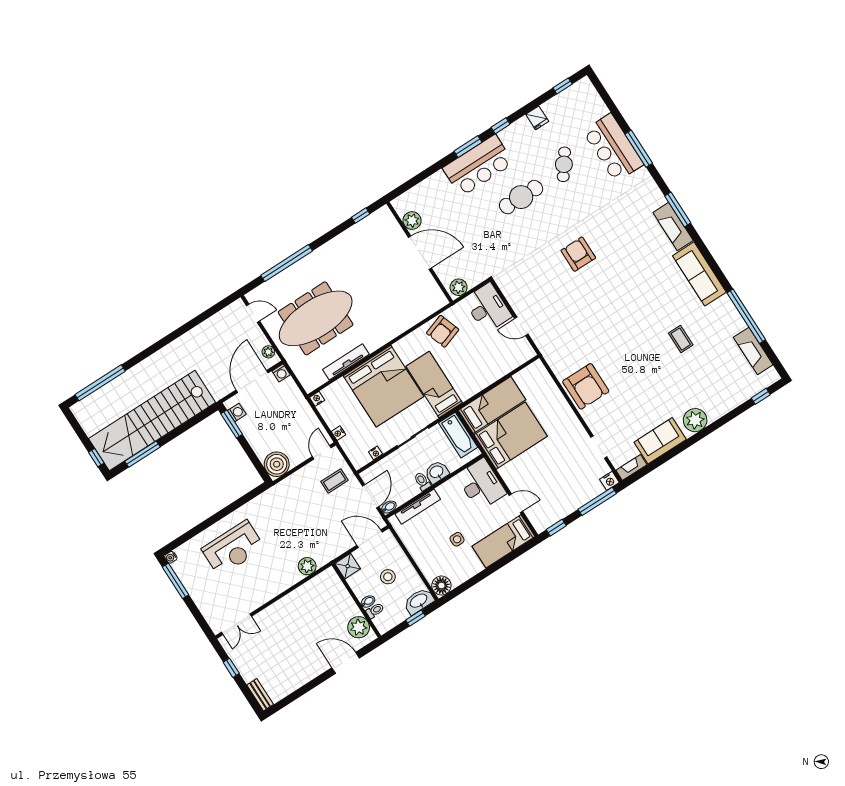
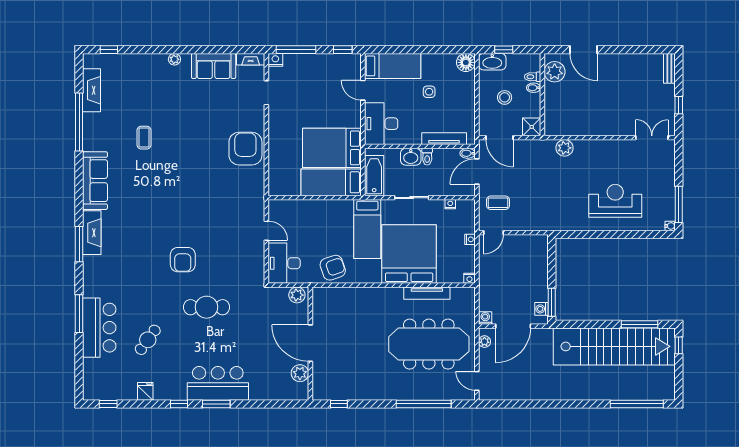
cafe table: (521, 197) -> (207, 307), moved
plant: (695, 420) -> (174, 59), width x0.53, depth x0.53
boiler: (277, 464) -> (536, 246), removed

